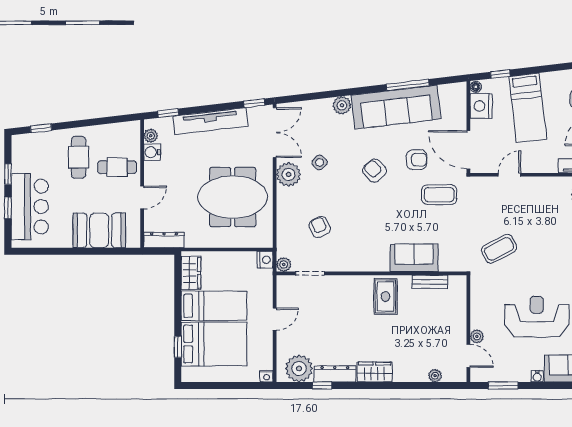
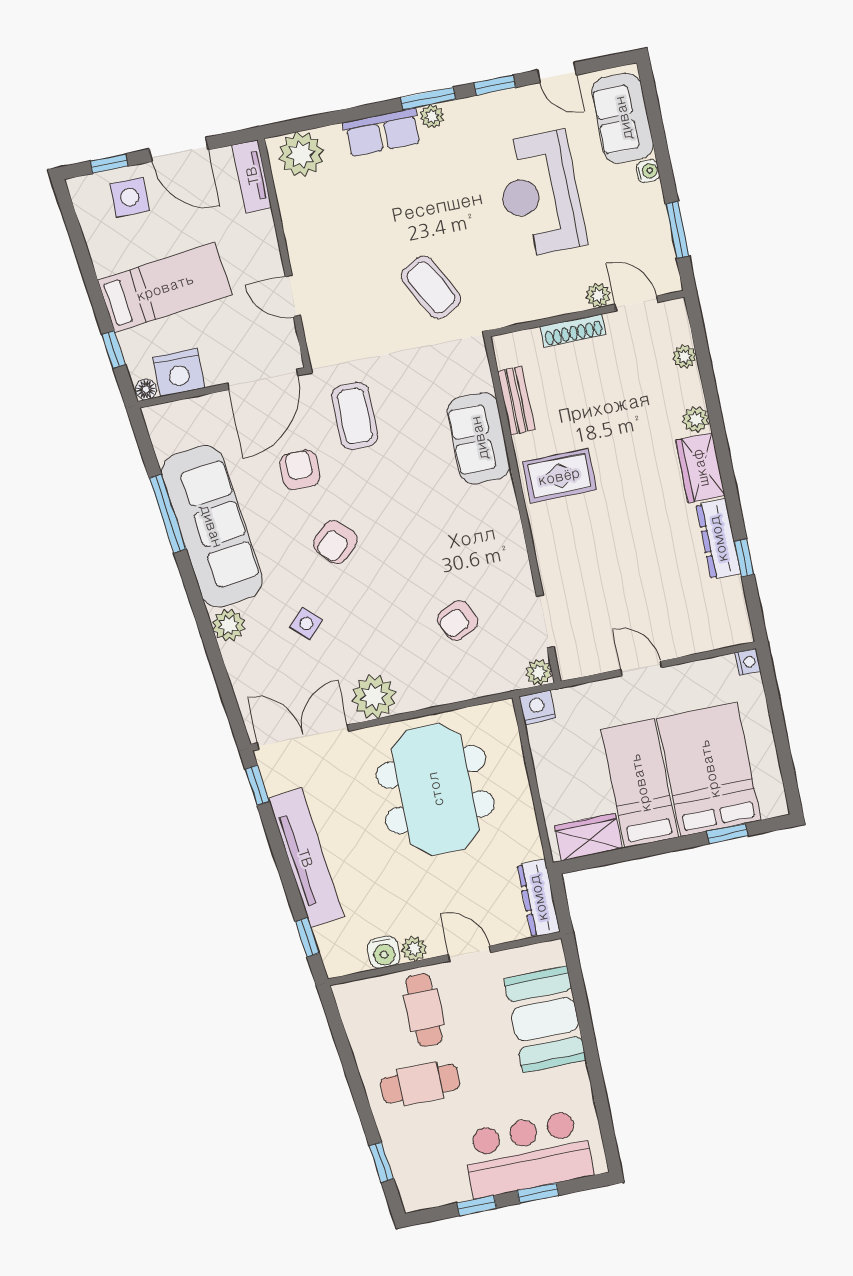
plant: (151, 136) -> (414, 949), moved
side table: (320, 162) -> (306, 624), moved
shoe rack: (461, 319) -> (573, 330), added
door: (468, 356) -> (636, 303), hinge flipped
plant: (299, 369) -> (696, 420), moved, width x0.53, depth x0.53

